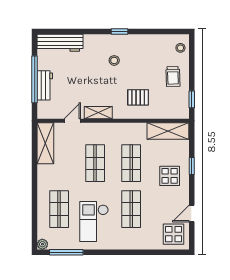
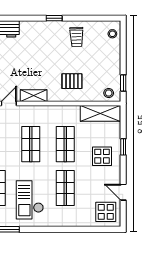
stool: (114, 60) -> (109, 93), moved
trolley: (173, 76) -> (77, 37), moved
door: (192, 214) -> (123, 192), hinge flipped

